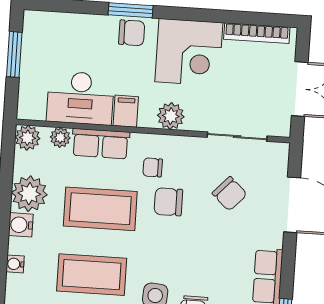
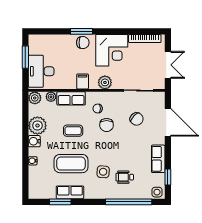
desk: (80, 98) -> (41, 71), moved, turned 90
chair: (168, 202) -> (107, 125), turned -90
coffee table: (100, 209) -> (73, 131), width x0.54, depth x0.58

